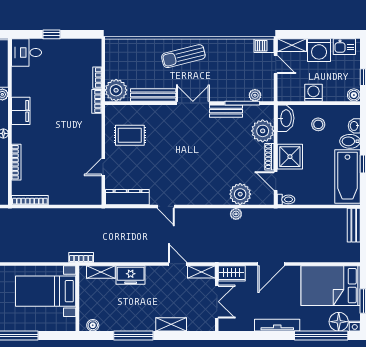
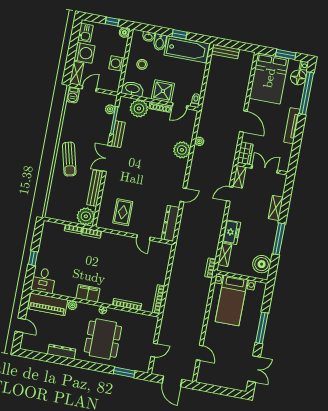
plant: (240, 194) -> (182, 150), moved
boiler: (93, 325) -> (262, 264), width x1.86, depth x1.86

